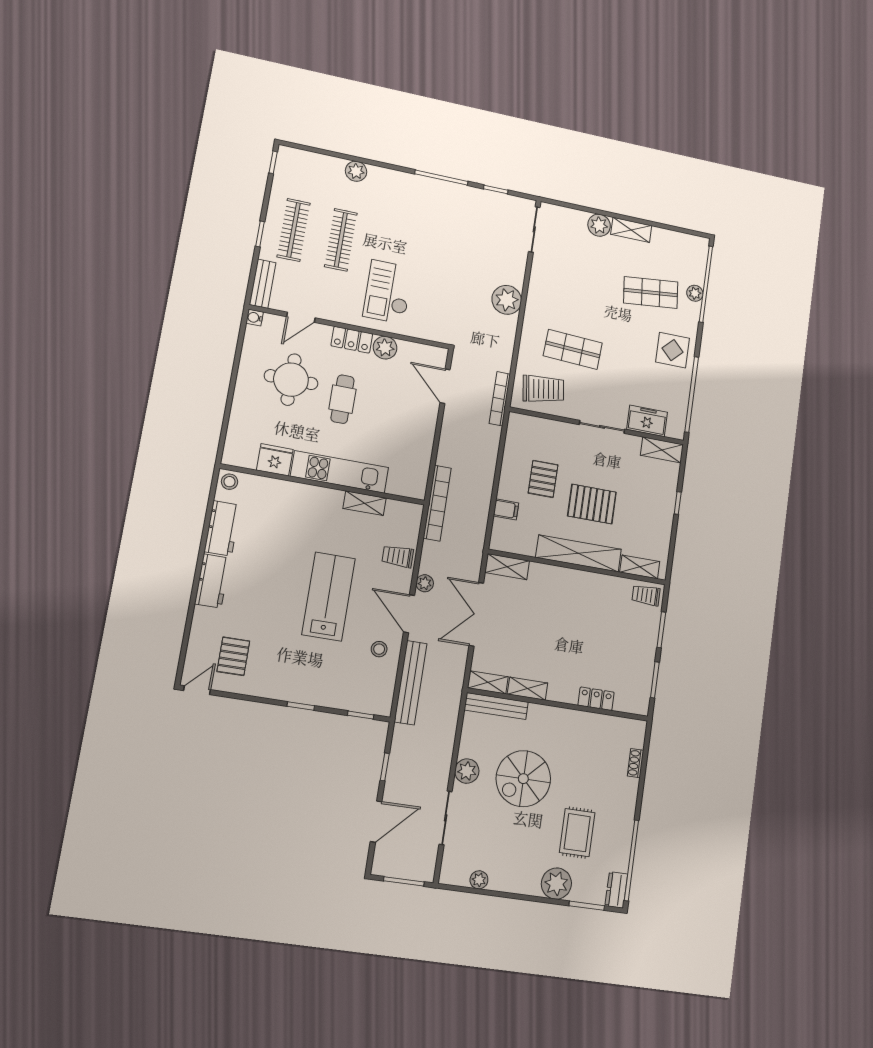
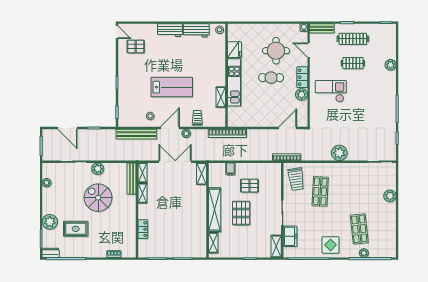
shelving: (631, 230) -> (391, 214), removed
clothes rail: (341, 240) -> (353, 63), width x0.73
trolley: (646, 595) -> (199, 248), removed

